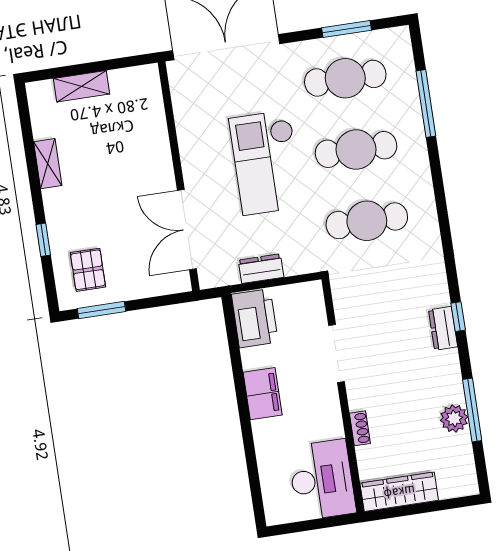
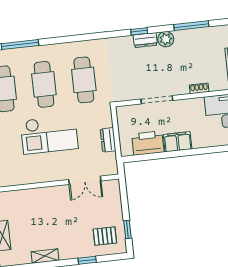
double door: (187, 230) -> (85, 180), width x0.73
window: (101, 310) -> (128, 229), width x0.67
printer: (255, 318) -> (148, 143), moved
plant: (454, 418) -> (166, 39), moved

